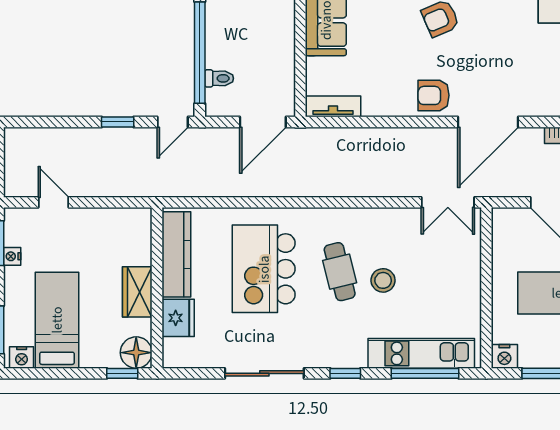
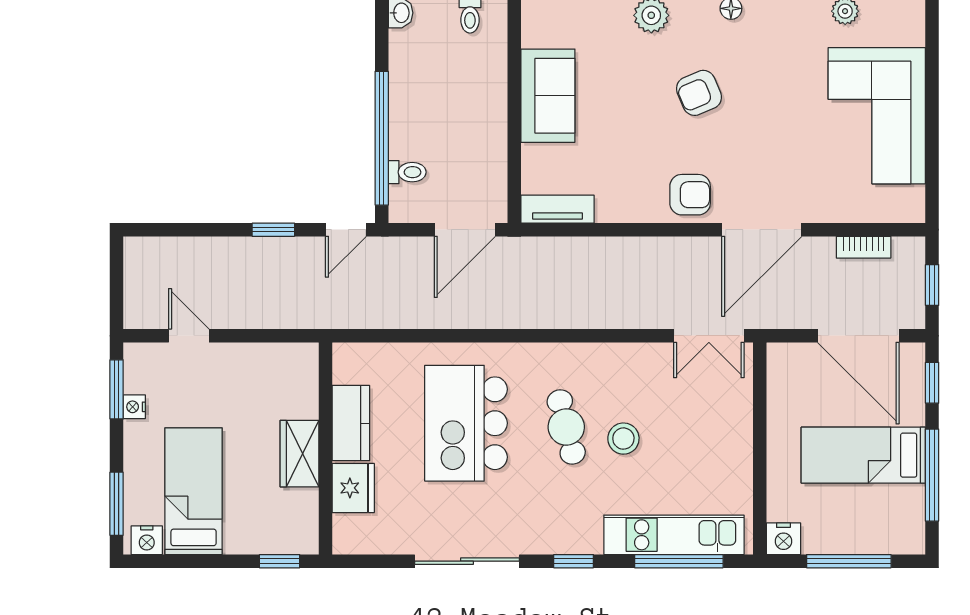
armchair: (434, 95) -> (690, 195), turned 180
kitchen counter: (176, 254) -> (351, 423), width x0.67
floor lamp: (136, 353) -> (298, 534), removed

